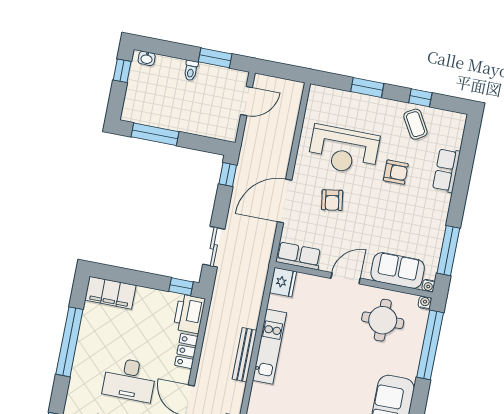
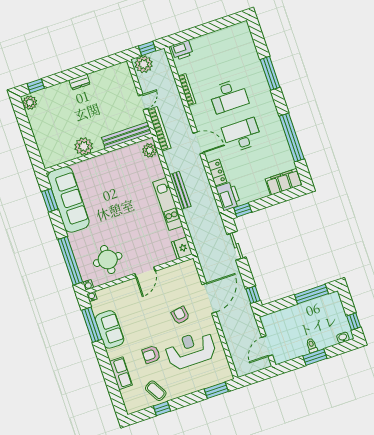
window: (215, 58) -> (315, 357), moved
window: (367, 87) -> (216, 390), moved
row of seats: (299, 256) -> (181, 270), removed
sofa: (398, 270) -> (110, 329), moved, turned -90

